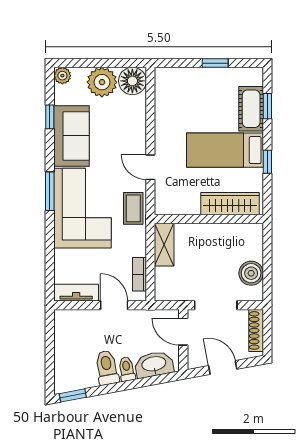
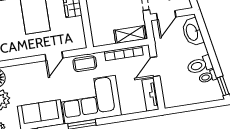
shelving: (164, 245) -> (130, 34), moved
bookcase: (139, 274) -> (124, 53), width x1.56
toilet: (127, 369) -> (208, 77), moved

